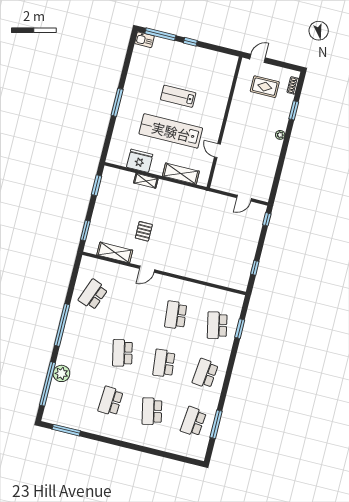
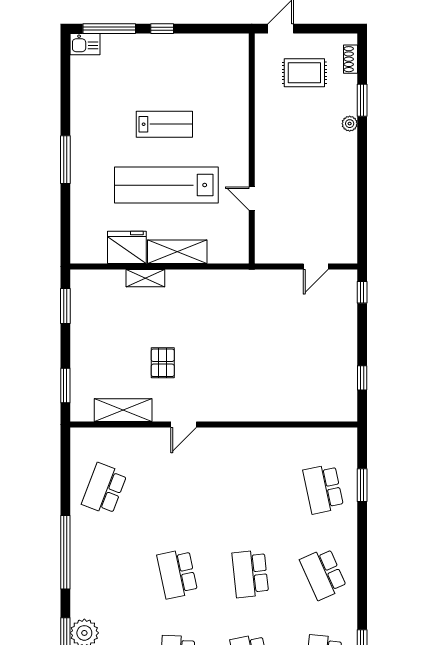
lab bench: (178, 96) -> (164, 124), turned 180
plant: (280, 135) -> (350, 124), moved
shelving: (181, 174) -> (177, 252), moved
school desk: (176, 315) -> (250, 489), removed
school desk: (205, 373) -> (323, 574), turned -30

